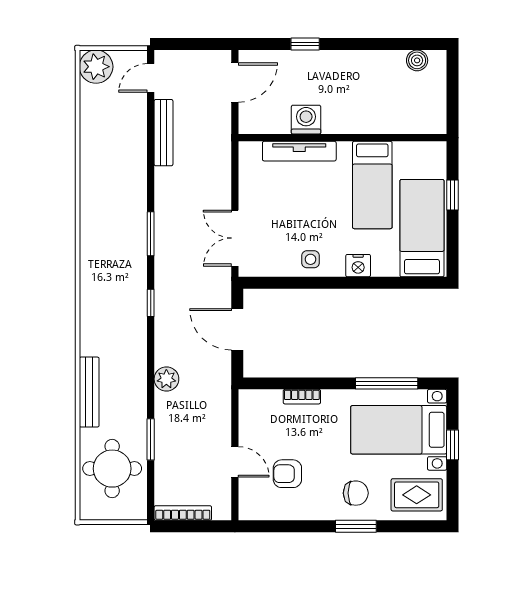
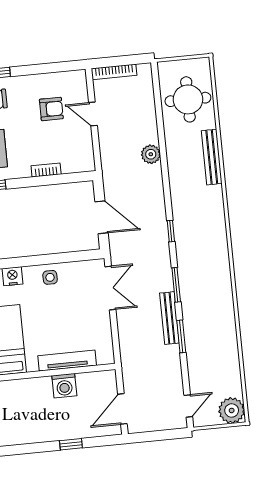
bench: (164, 133) -> (169, 318), moved
plant: (166, 379) -> (151, 154), moved
window: (151, 439) -> (181, 336), moved
bookcase: (183, 513) -> (114, 72), moved

